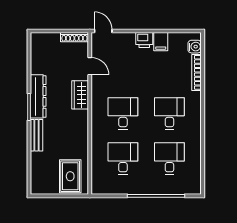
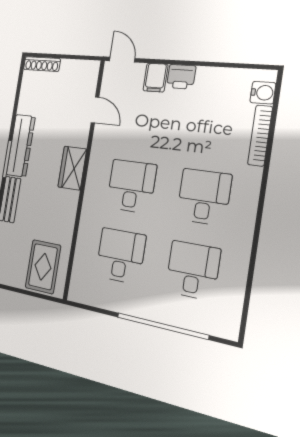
shoe rack: (74, 37) -> (42, 64), moved
filing cabinet: (161, 42) -> (155, 78), moved
wardrobe: (80, 95) -> (72, 168), moved

